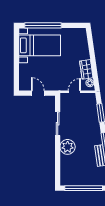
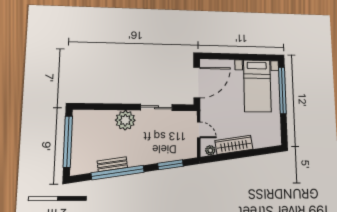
wardrobe: (86, 69) -> (234, 145), width x1.50
door: (38, 93) -> (197, 82), width x1.87

